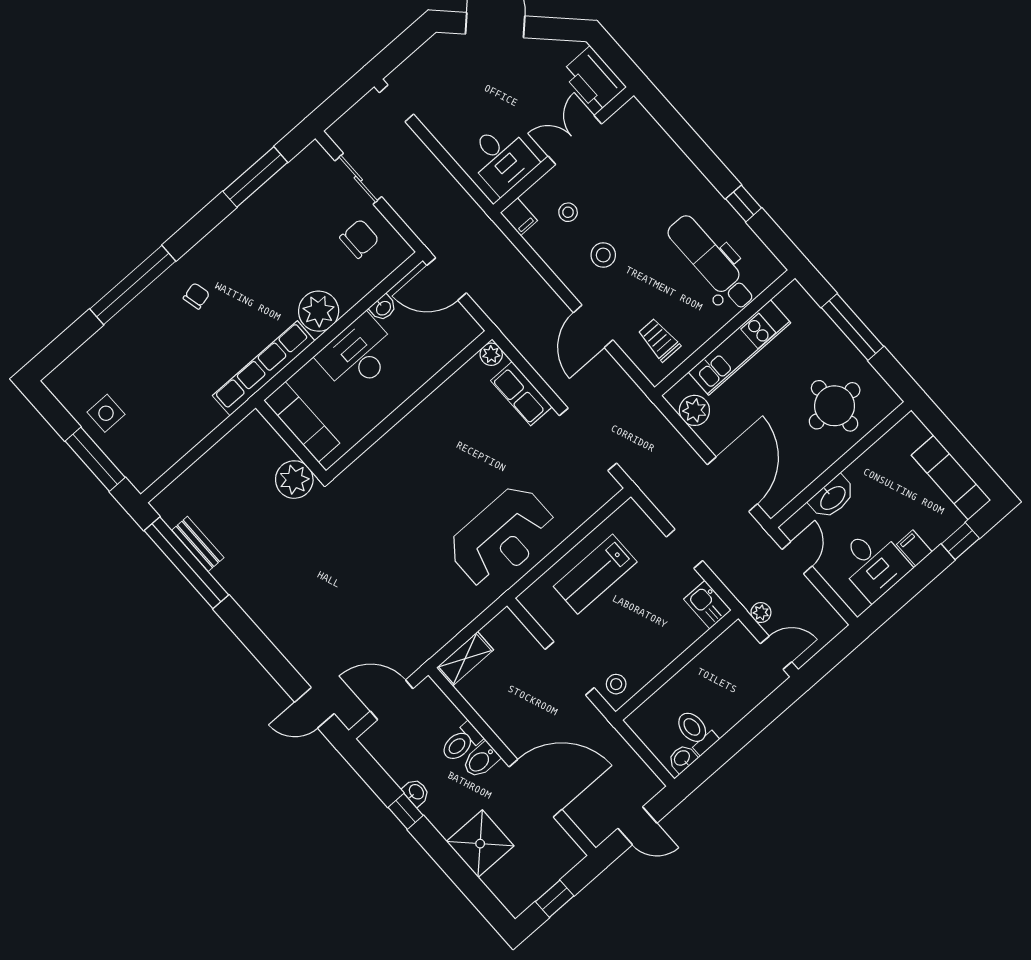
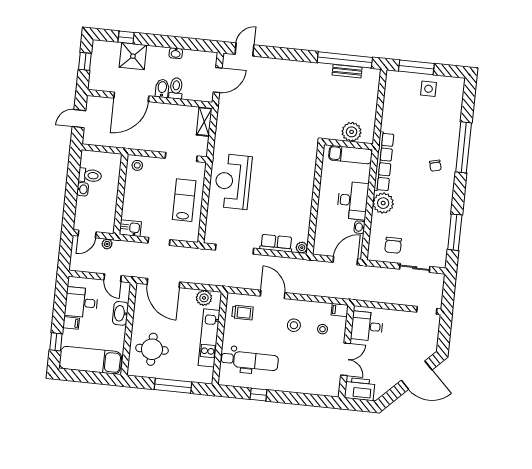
exam couch: (951, 478) -> (90, 360), width x1.36, depth x1.45
plant: (294, 480) -> (352, 132), moved
doorway: (570, 668) -> (181, 157), moved
washbasin: (682, 758) -> (83, 189), moved
window: (406, 811) -> (126, 37), moved

